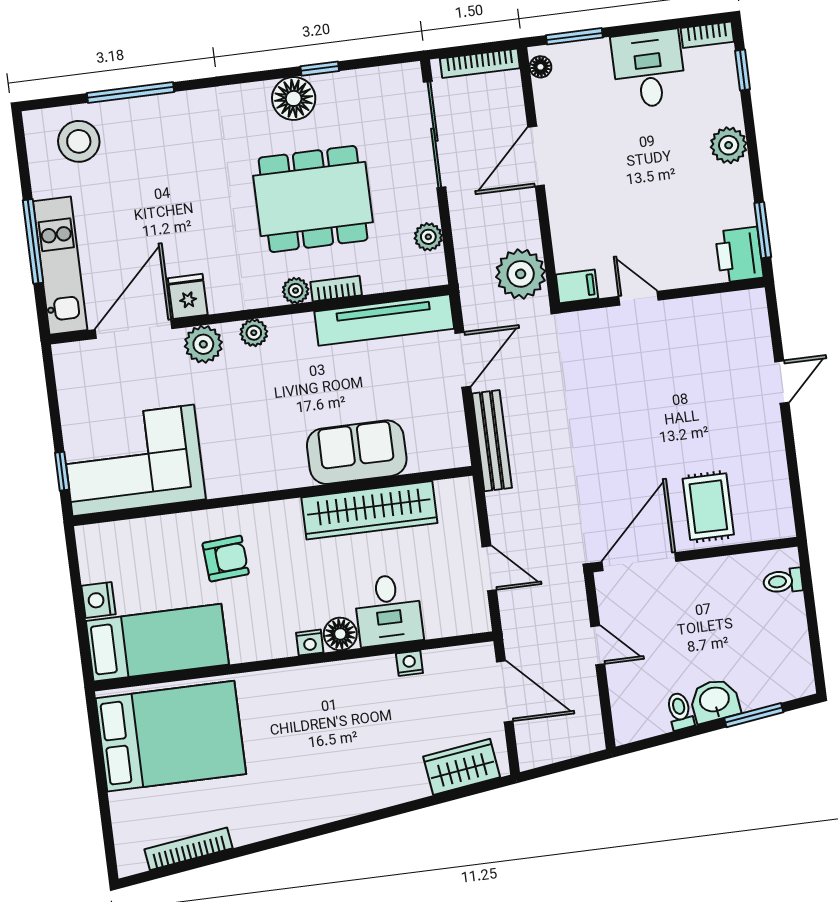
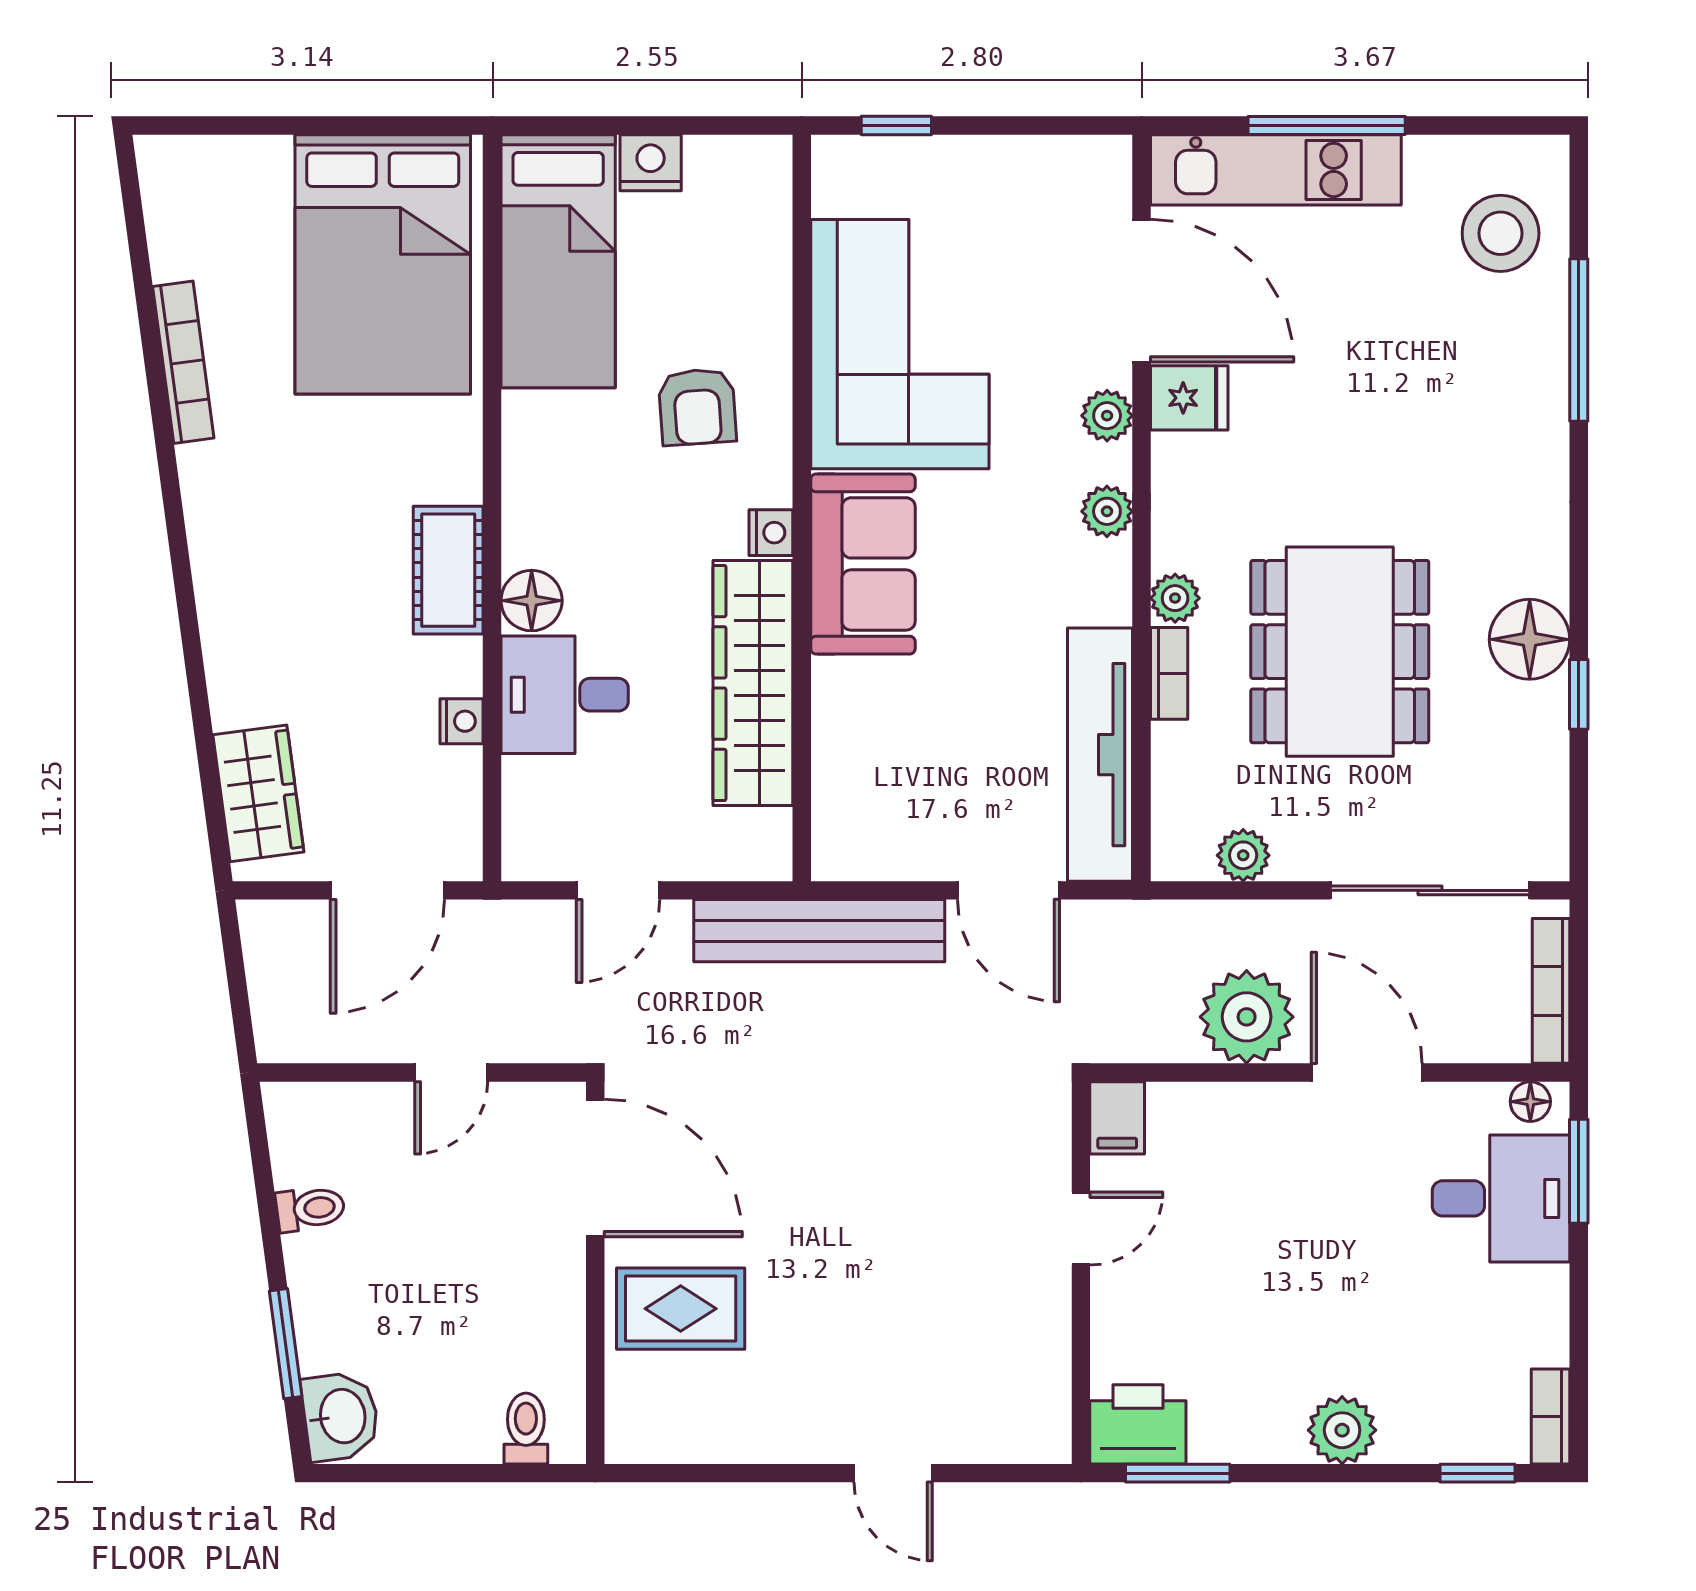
desk: (649, 69) -> (1501, 1198), moved
plant: (521, 274) -> (1247, 1017), moved
plant: (203, 344) -> (1107, 416), width x0.73, depth x0.73
bench: (492, 441) -> (819, 931), width x1.37, depth x1.21
sofa: (357, 452) -> (863, 564), moved
corner sofa: (133, 460) -> (900, 344), moved
nightstand: (310, 643) -> (771, 533), moved, turned 180
cot: (330, 681) -> (448, 570), added
washbasin: (715, 701) -> (341, 1416), moved
bookcase: (188, 849) -> (183, 362), moved

